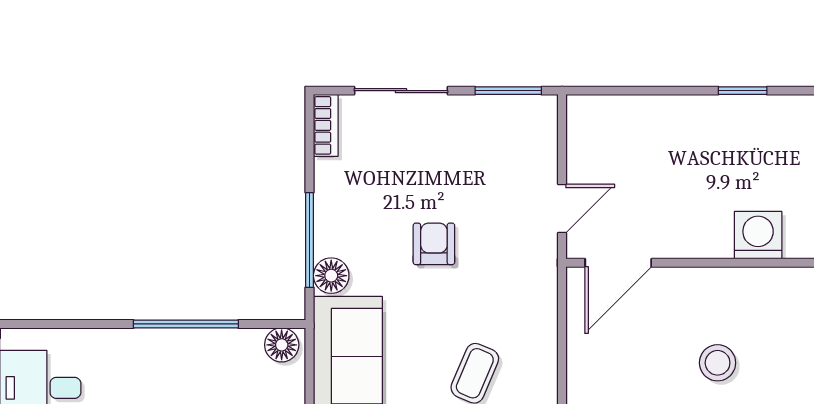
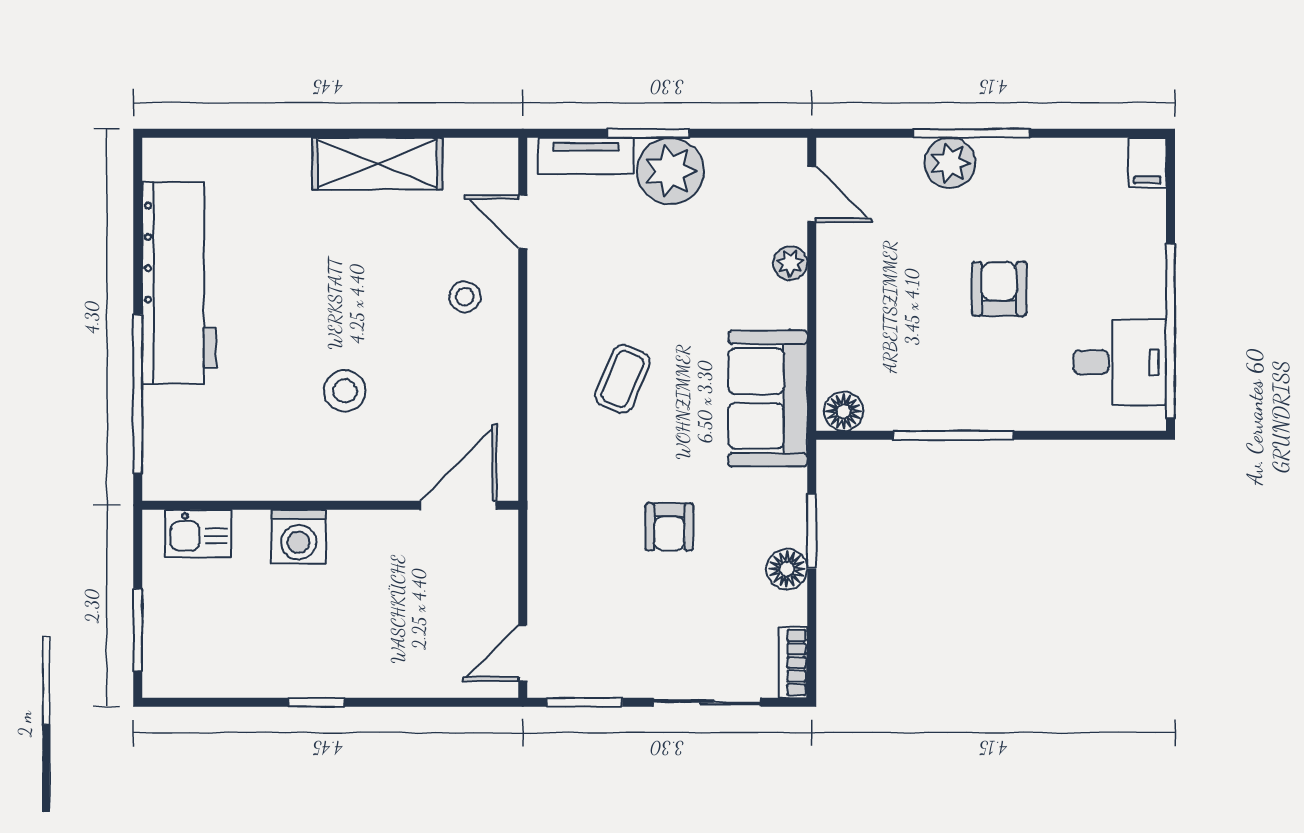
door: (562, 209) -> (523, 653), moved
window: (310, 240) -> (812, 531), width x0.69
floor lamp: (331, 276) -> (787, 569), moved

